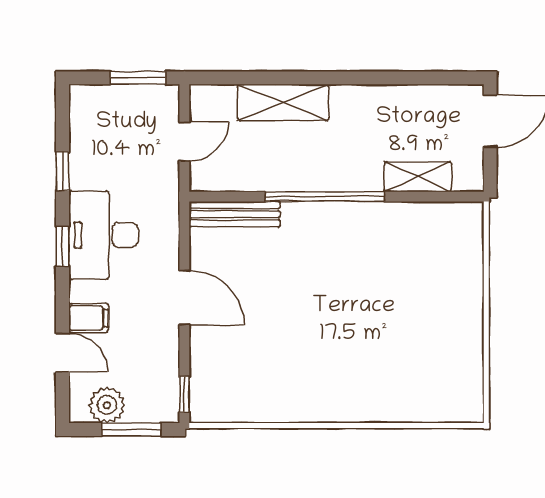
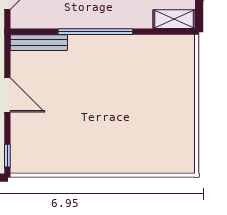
shelving: (418, 177) -> (174, 19), moved

